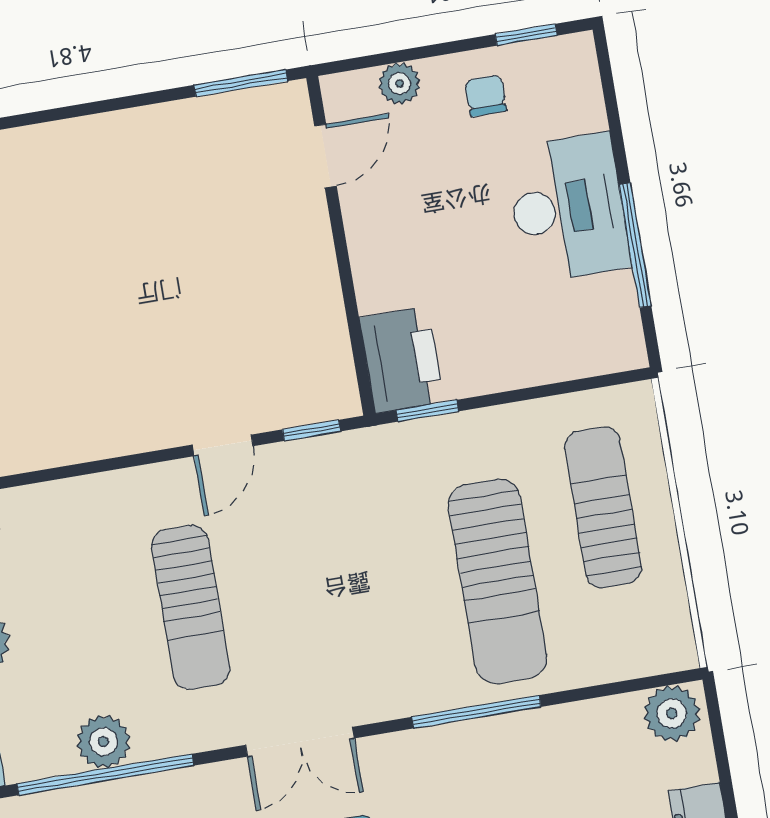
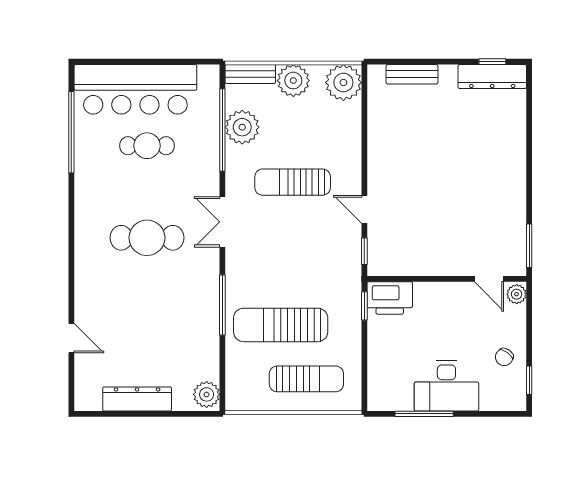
plant: (399, 83) -> (517, 294), moved
chair: (486, 96) -> (504, 357), turned 125
plant: (103, 742) -> (242, 127), width x1.36, depth x1.36

